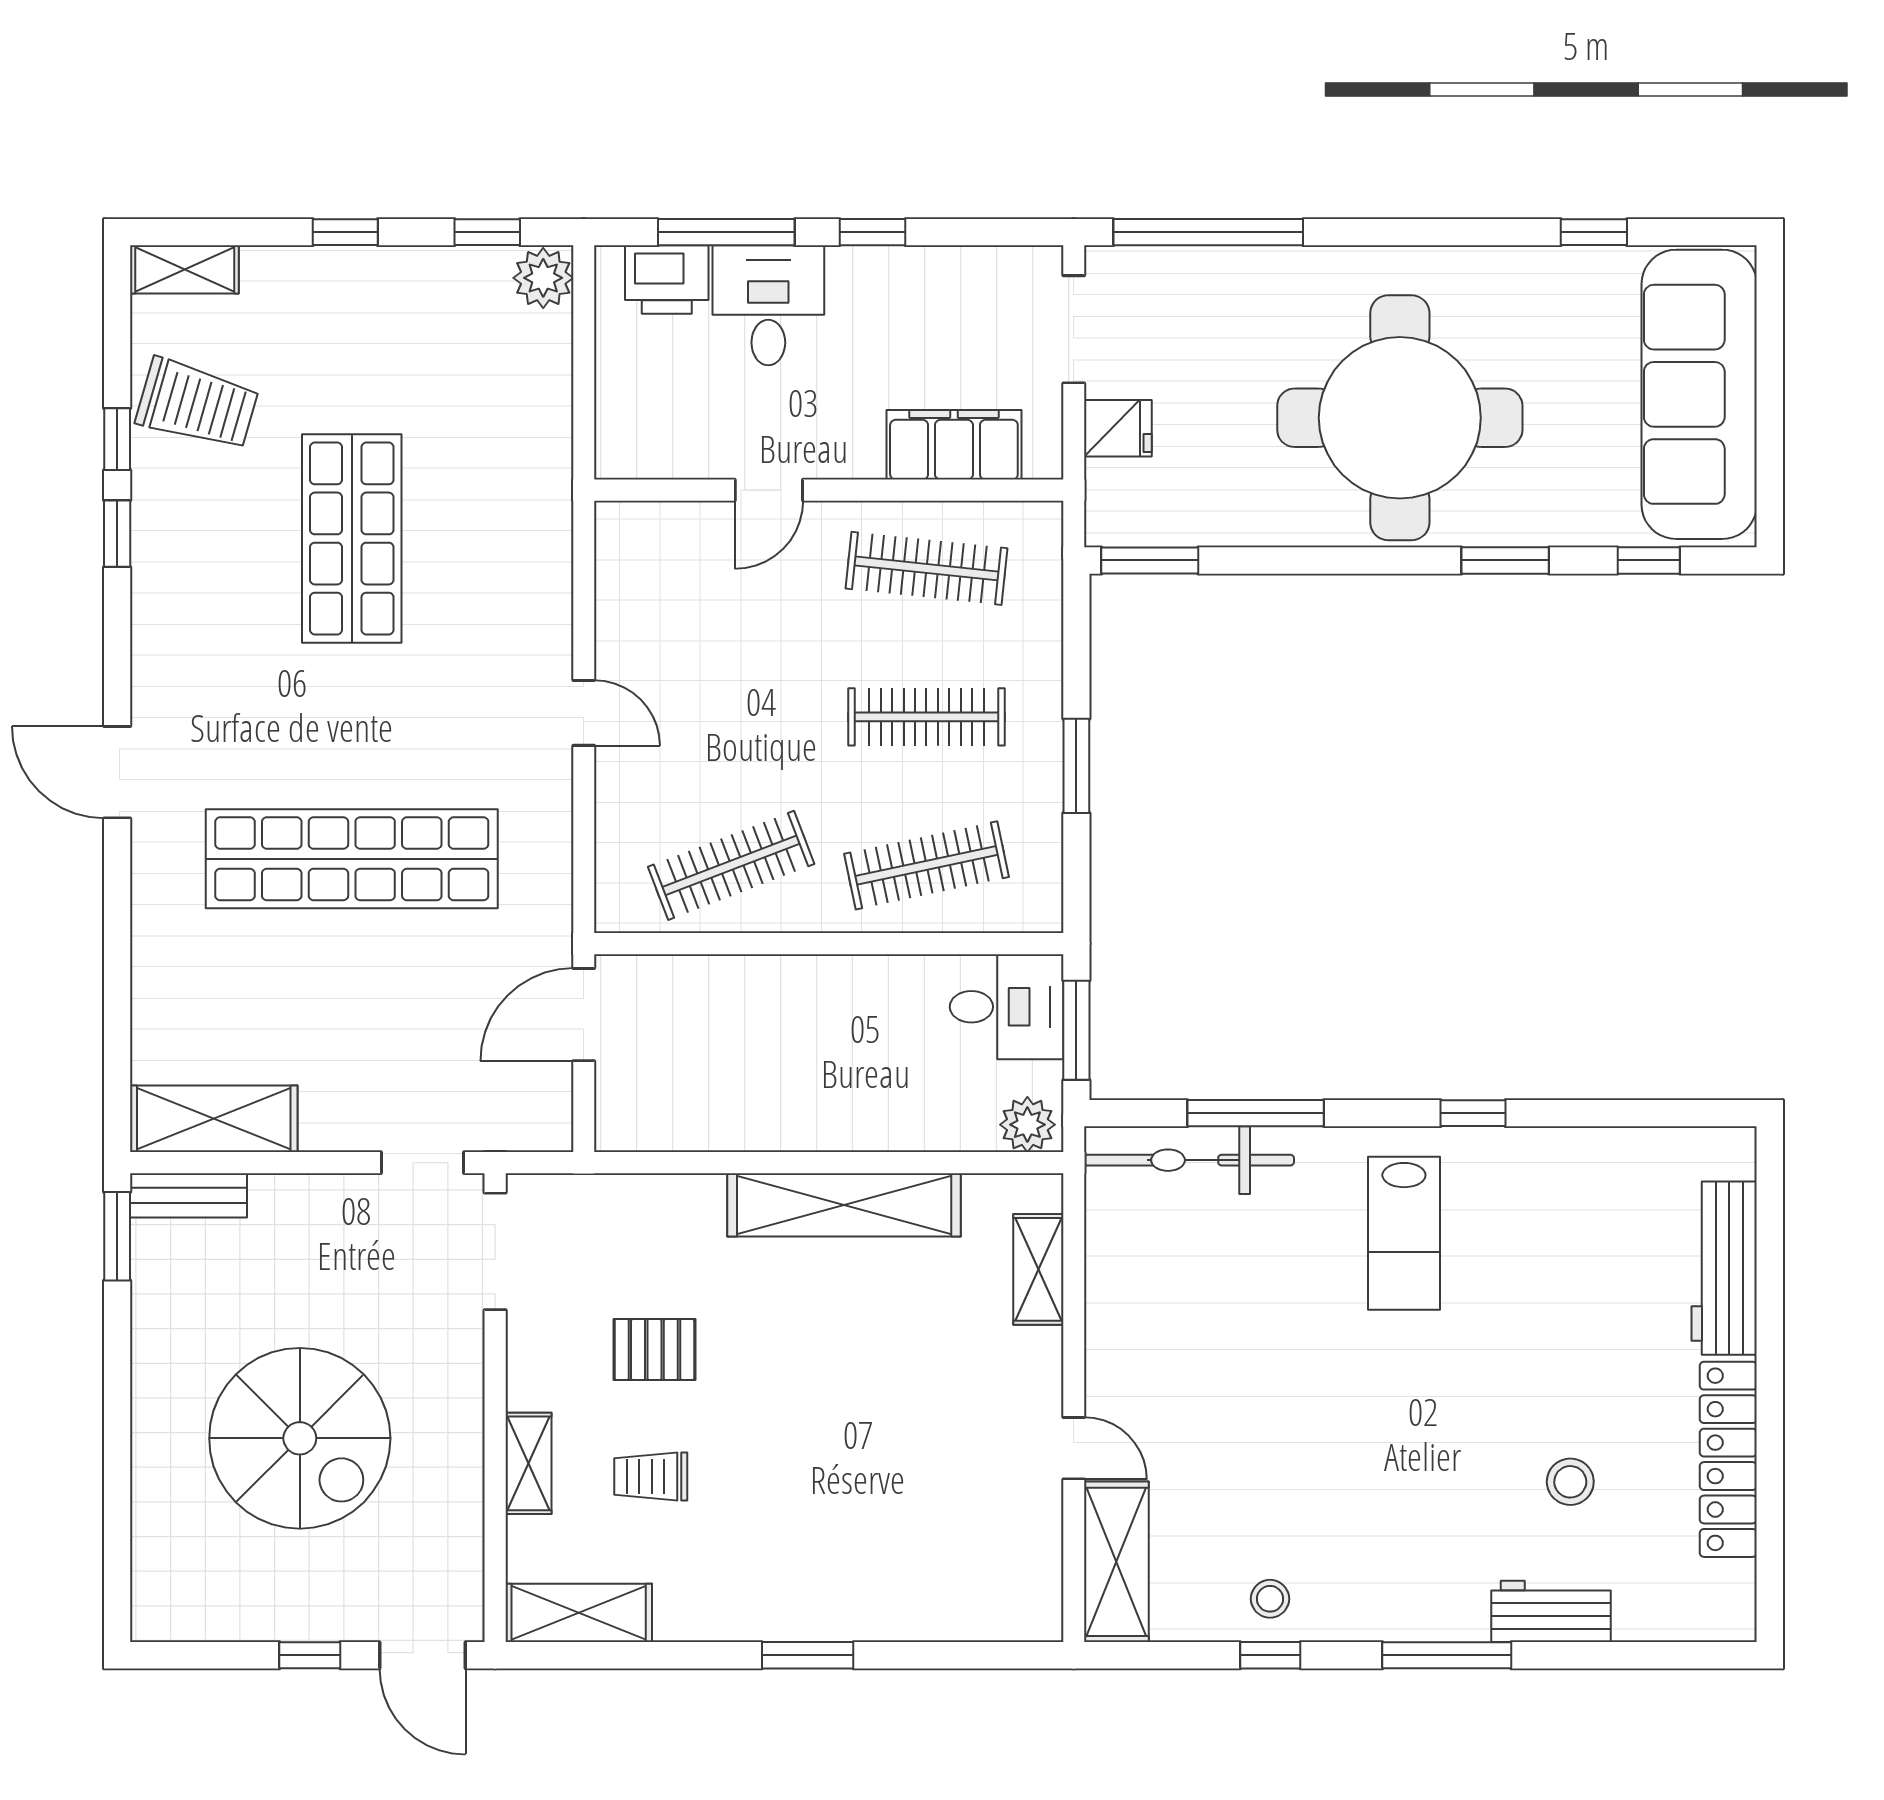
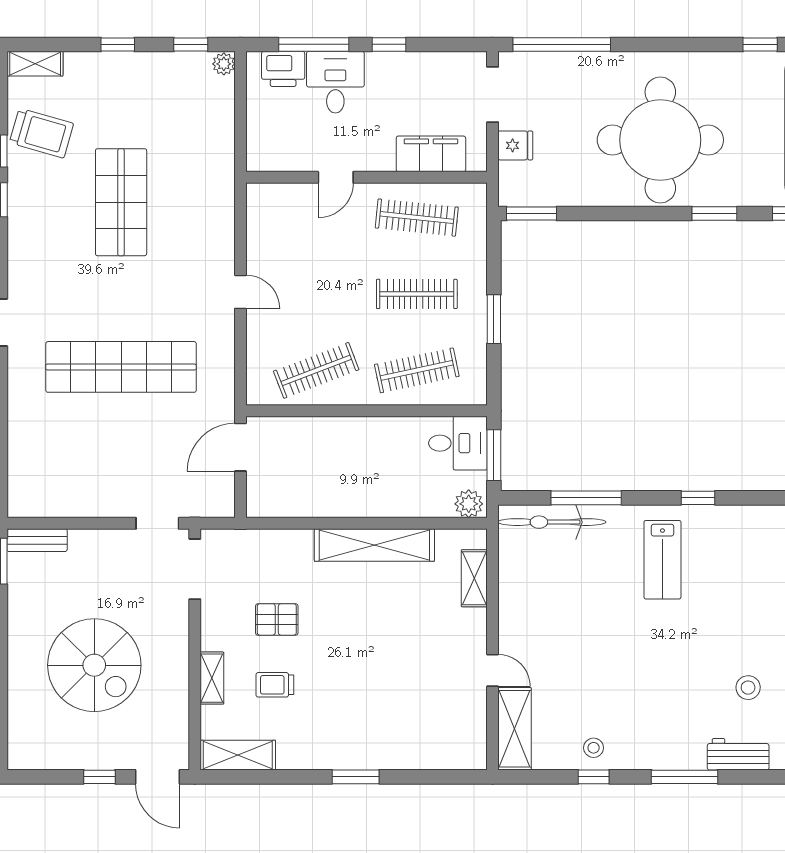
plant: (543, 278) -> (224, 64), width x0.73, depth x0.73
shelving: (214, 1119) -> (50, 501), removed

